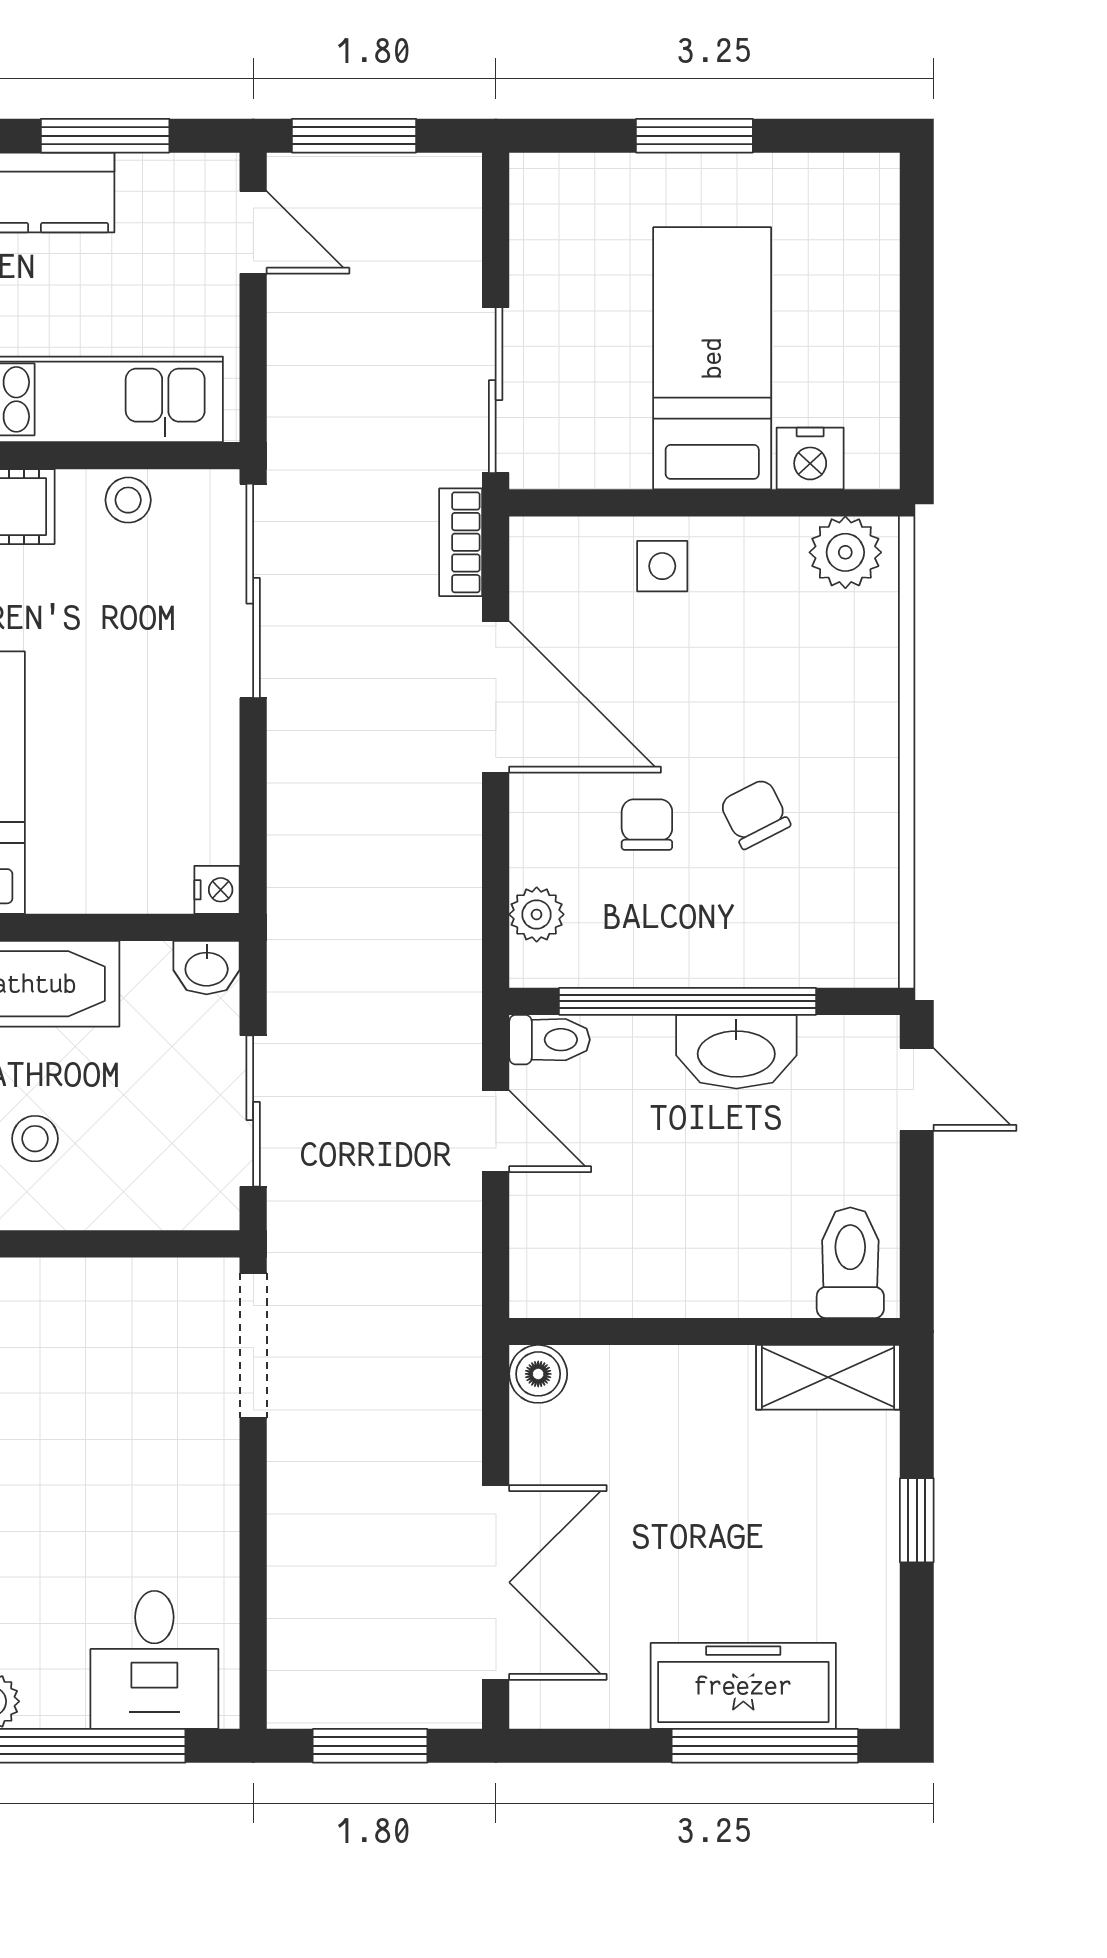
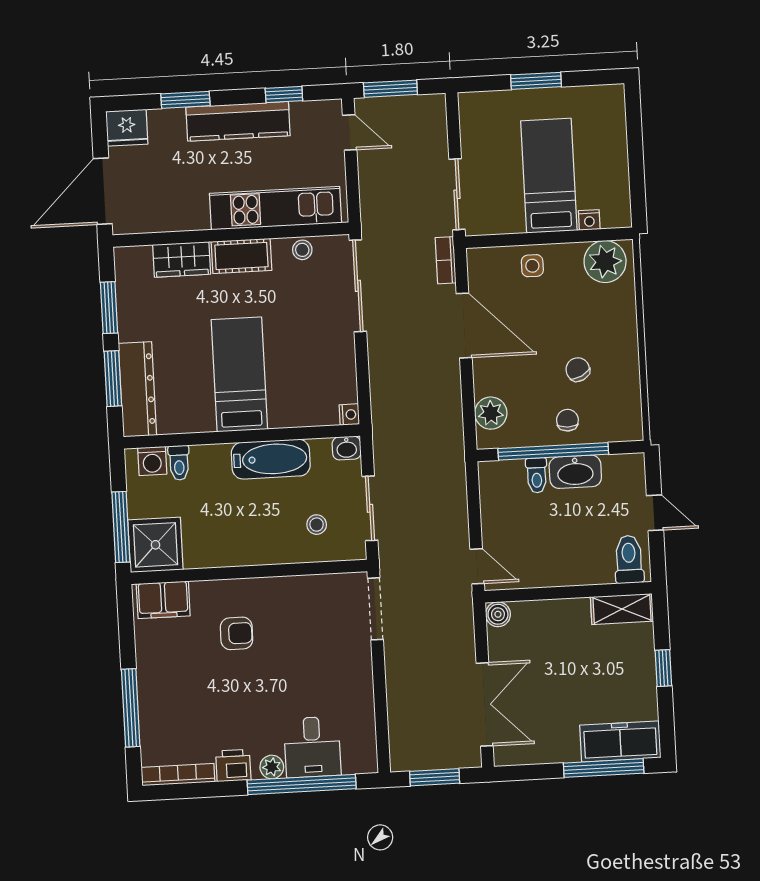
window: (105, 136) -> (284, 94), width x0.67
nightstand: (810, 458) -> (589, 220), width x0.72, depth x0.74
plant: (845, 552) -> (605, 262), width x1.36, depth x1.36
chair: (647, 825) -> (567, 420), moved
plant: (537, 914) -> (491, 413), width x1.38, depth x1.38
toilet: (550, 1040) -> (537, 475), moved, turned 90
door: (917, 1090) -> (655, 513), moved
door: (496, 1131) -> (477, 566), moved
stool: (35, 1139) -> (317, 525), moved
desk: (154, 1660) -> (312, 747), moved
freezer: (743, 1686) -> (620, 742), moved

